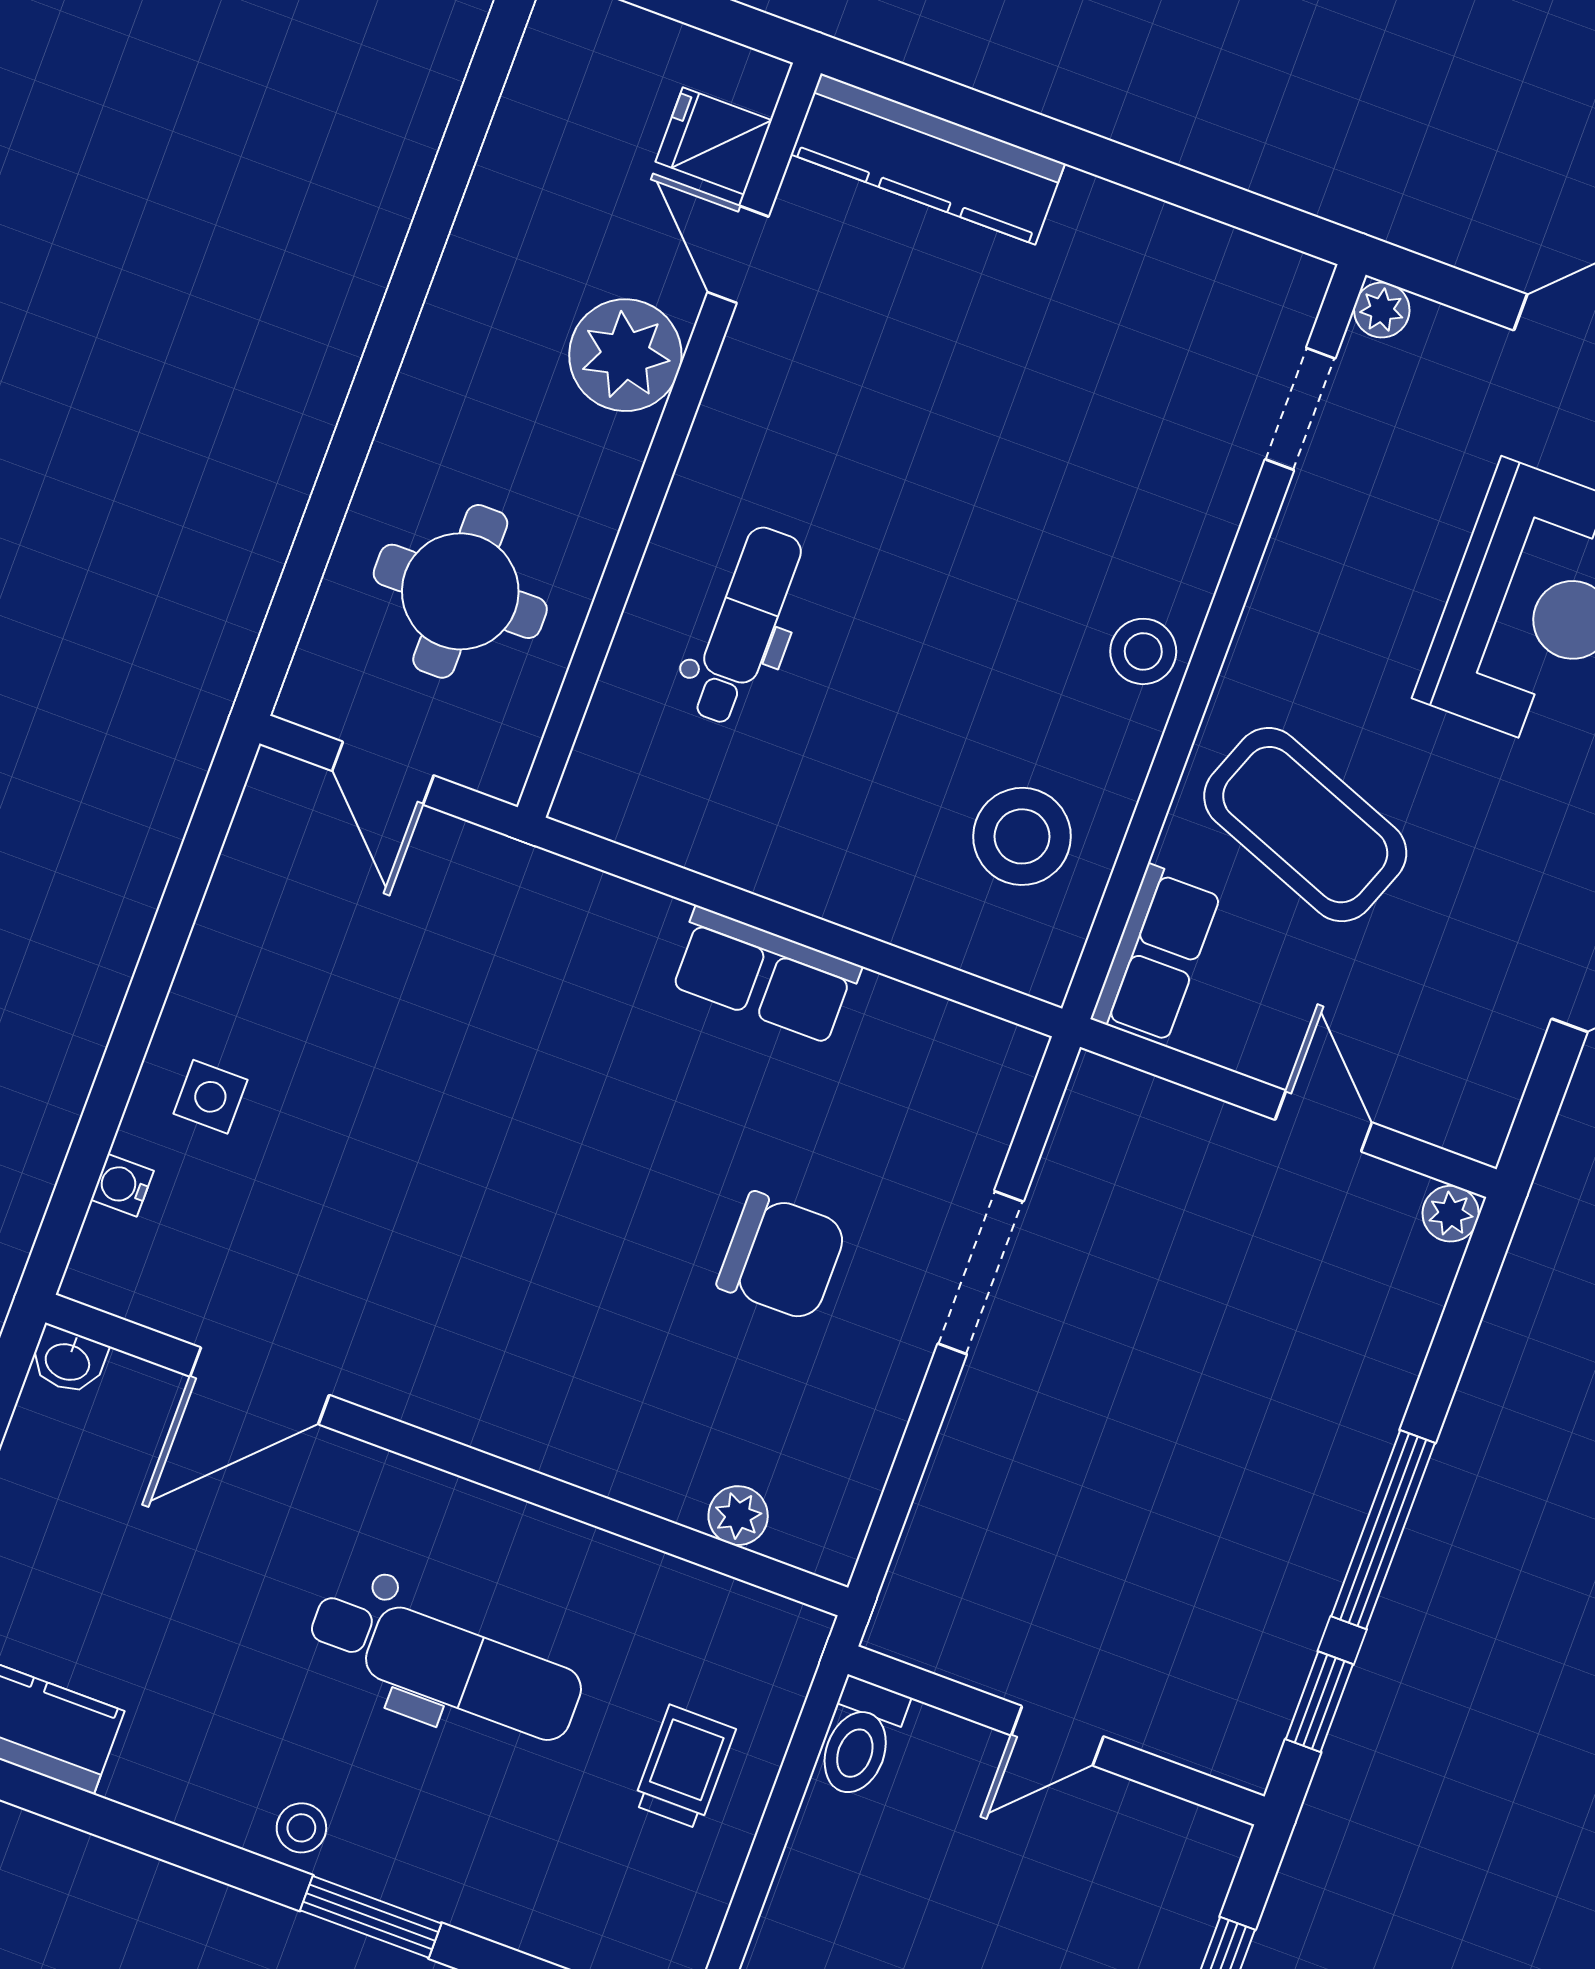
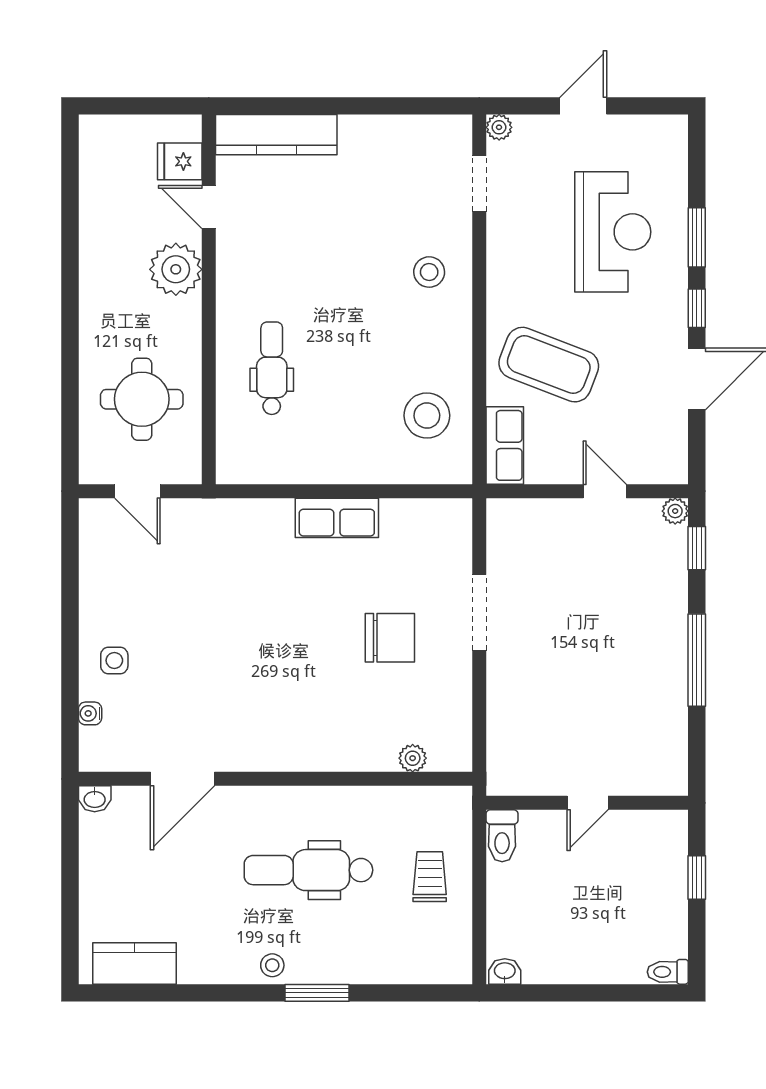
stool: (1143, 651) -> (429, 272), moved
dental chair: (445, 1663) -> (308, 870), turned 180
window: (1319, 1702) -> (697, 548), moved

